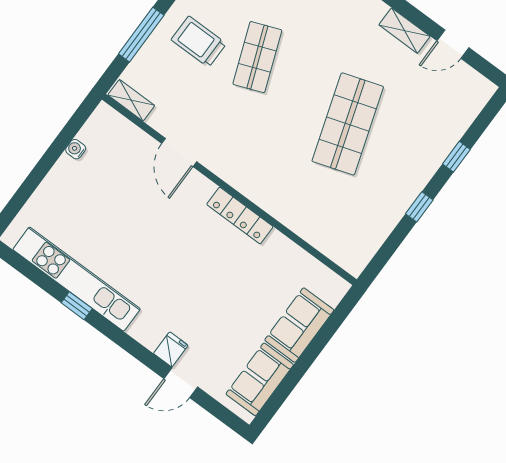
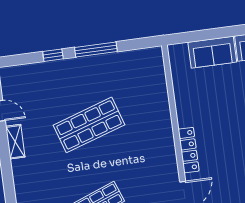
window: (419, 207) -> (96, 49), width x2.17
locker: (240, 216) -> (189, 150), moved

